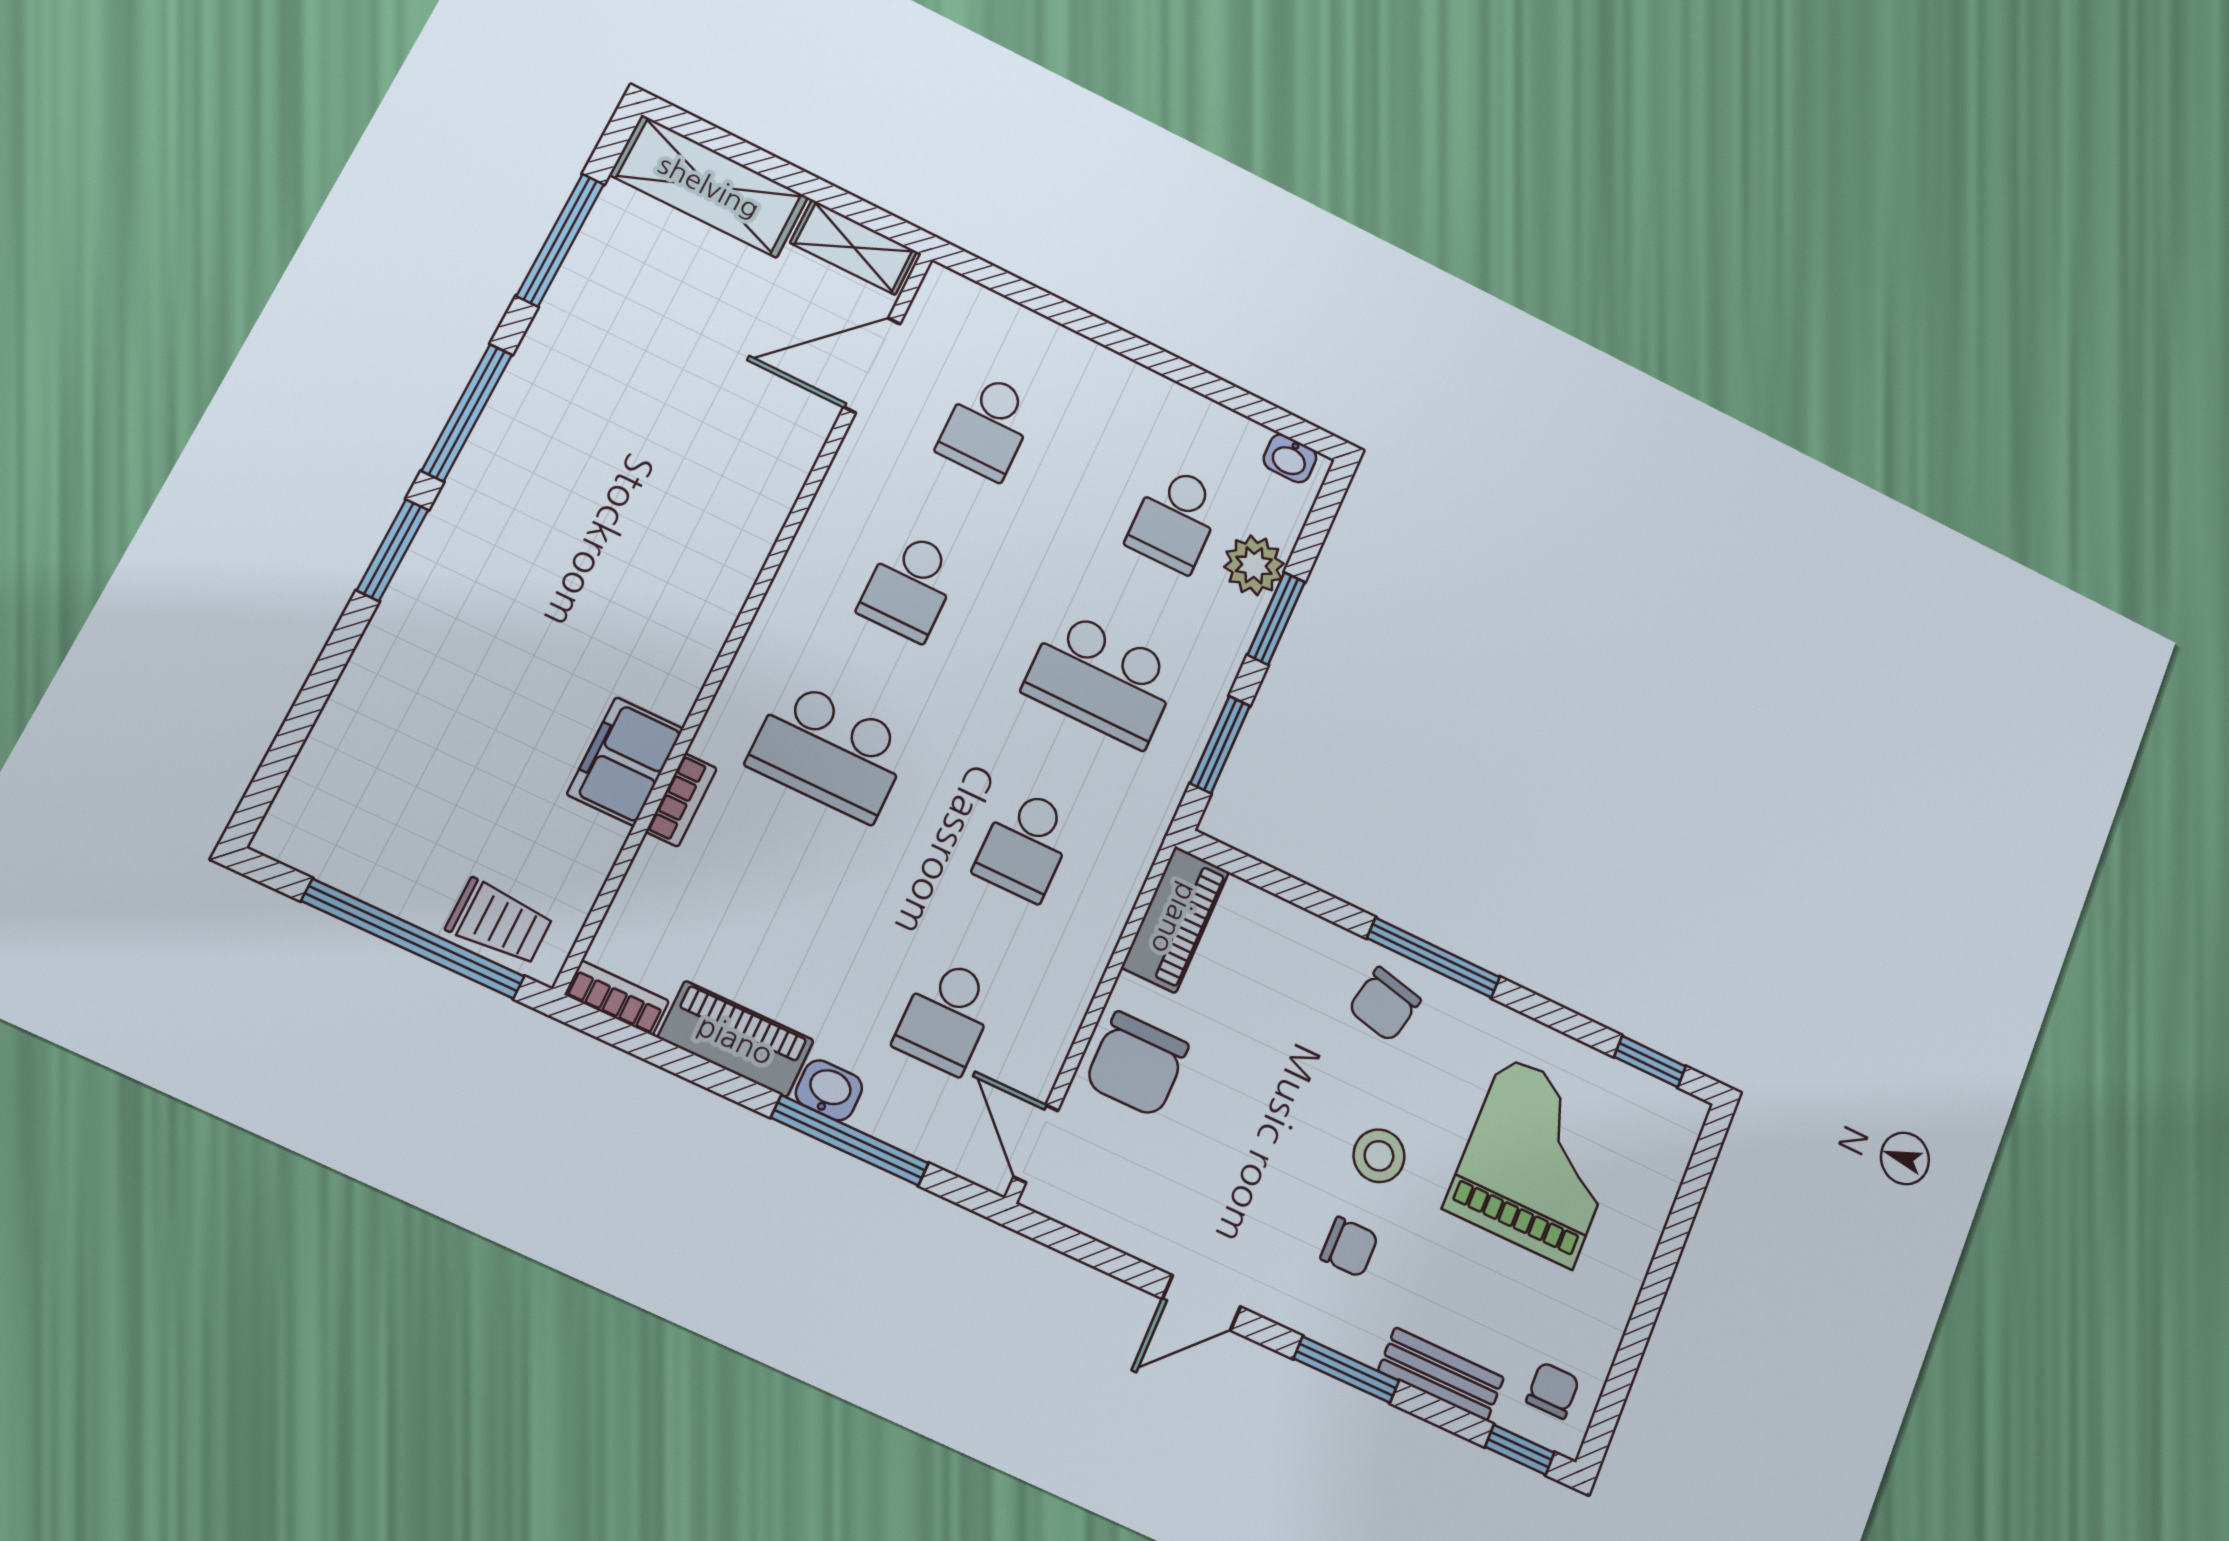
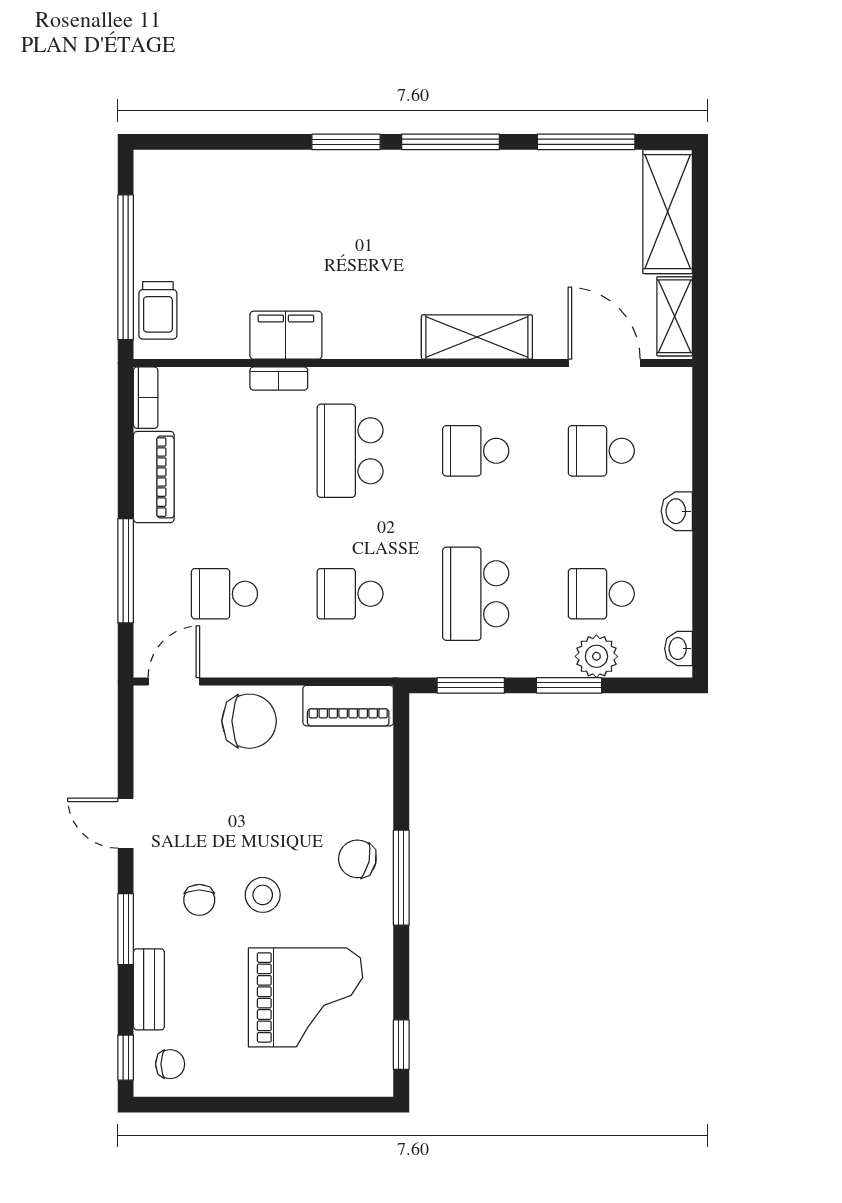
shelving: (756, 509) -> (477, 337), added
chair: (1137, 1064) -> (249, 721), turned 180
washbasin: (829, 1090) -> (677, 511), moved, turned 180

